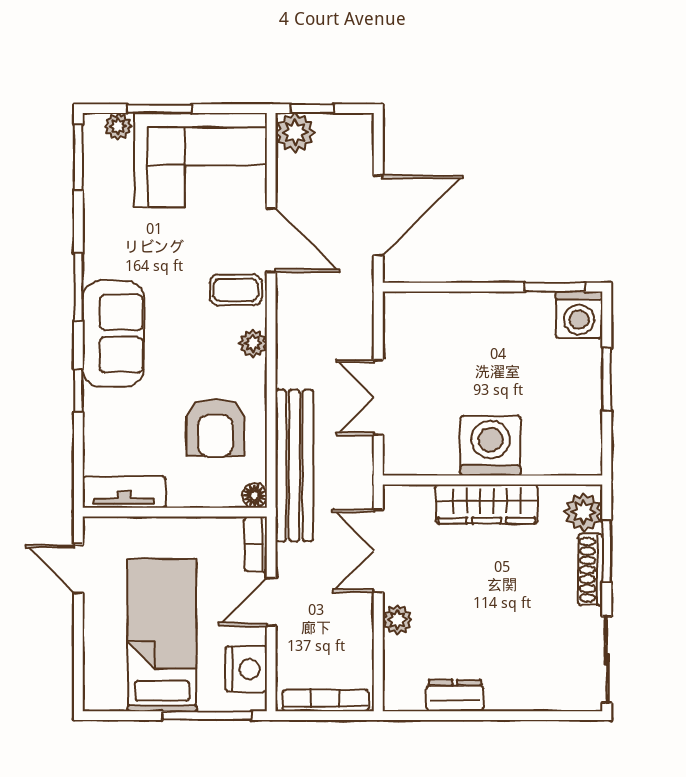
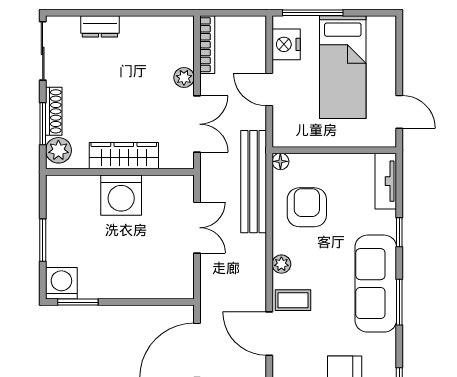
sofa: (113, 334) -> (376, 284), width x1.36
tv unit: (124, 492) -> (386, 181), moved, turned 90
bookcase: (256, 544) -> (280, 129), removed
door: (271, 602) -> (269, 90), swing flipped
dresser: (455, 695) -> (100, 26), moved
bookcase: (325, 700) -> (207, 45), moved, turned -90

